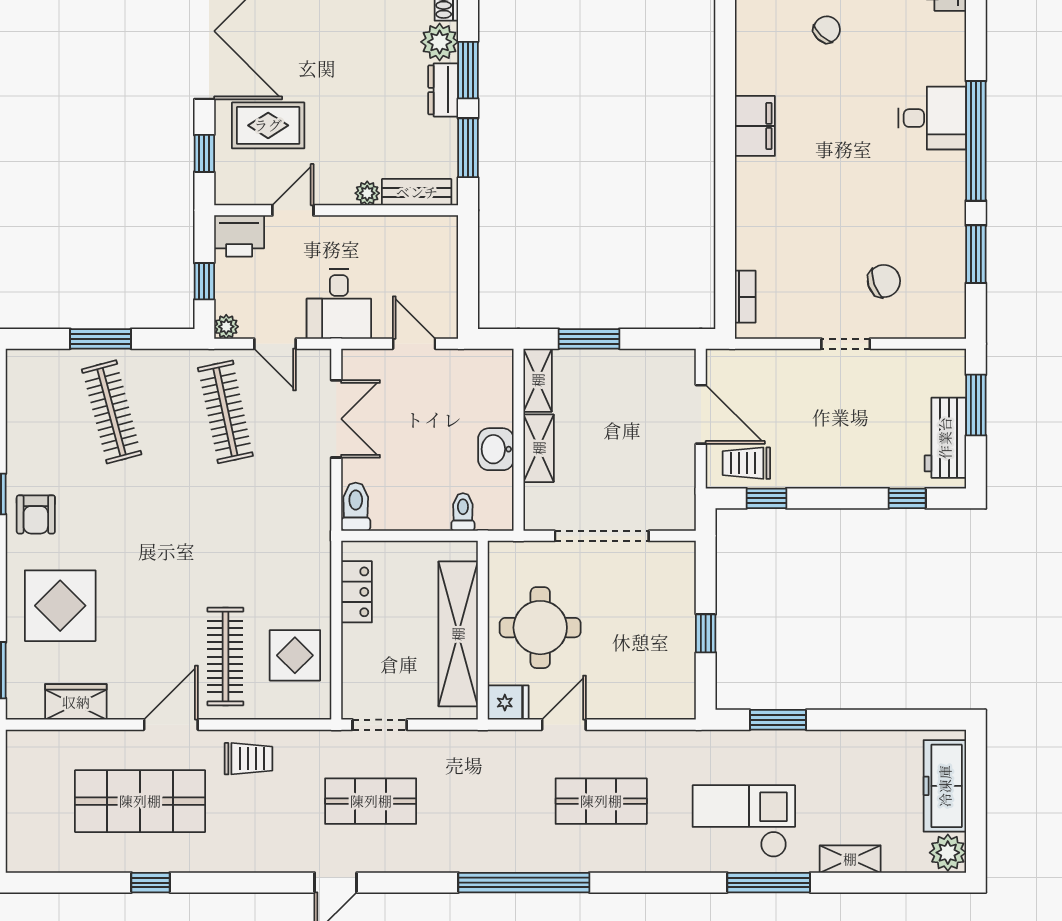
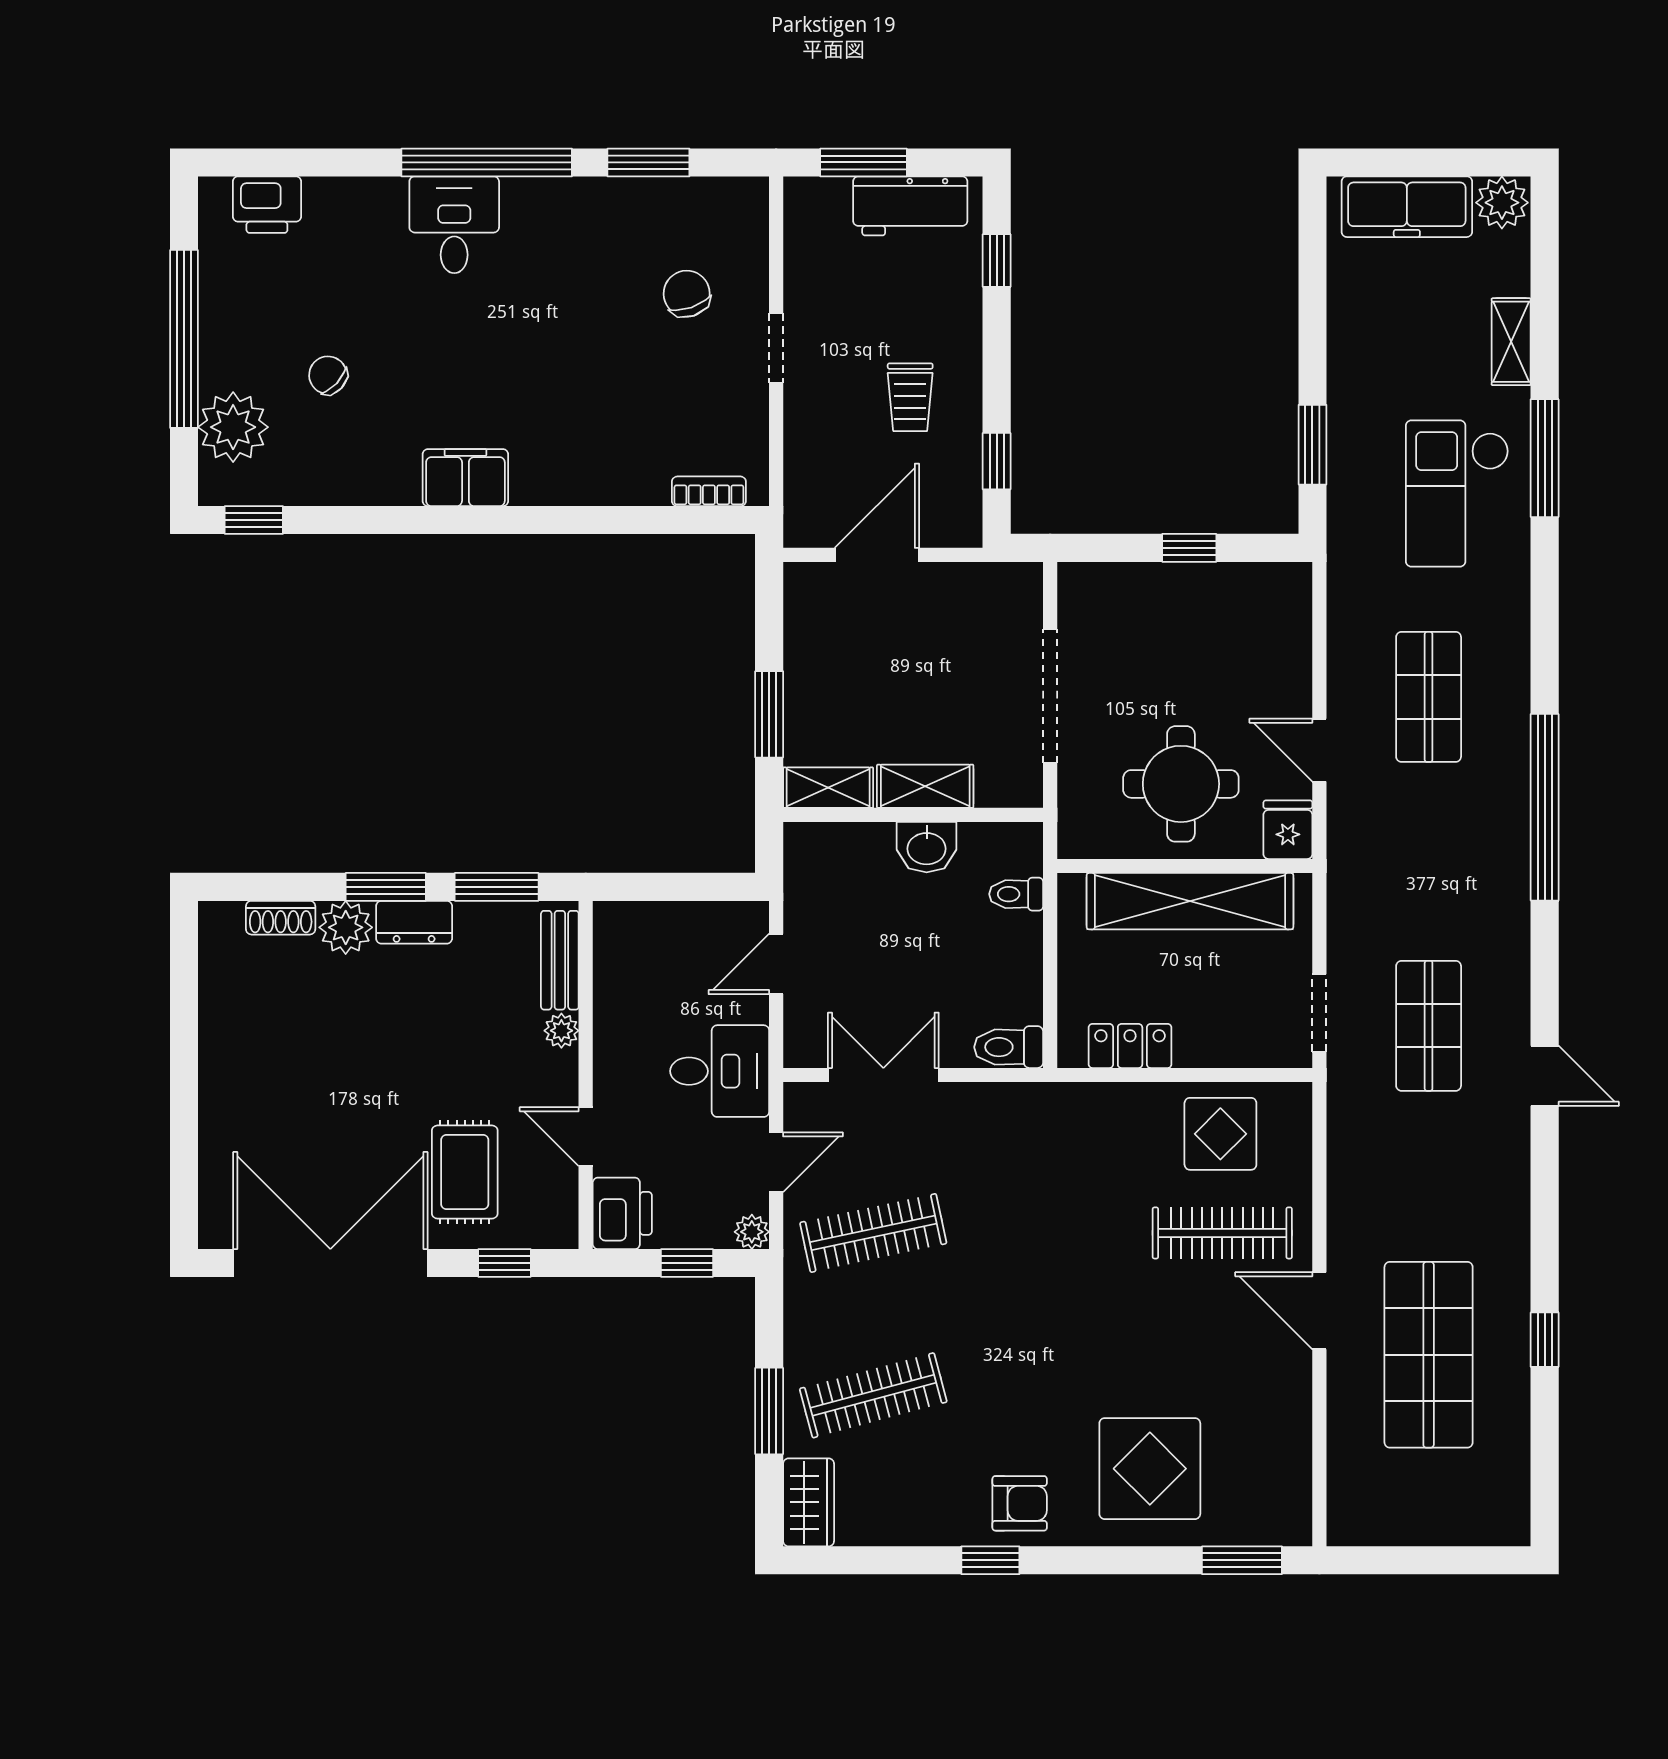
trolley: (746, 463) -> (910, 397), moved
wardrobe: (76, 702) -> (809, 1502), moved, turned 180
trolley: (248, 759) -> (1368, 1200), removed

